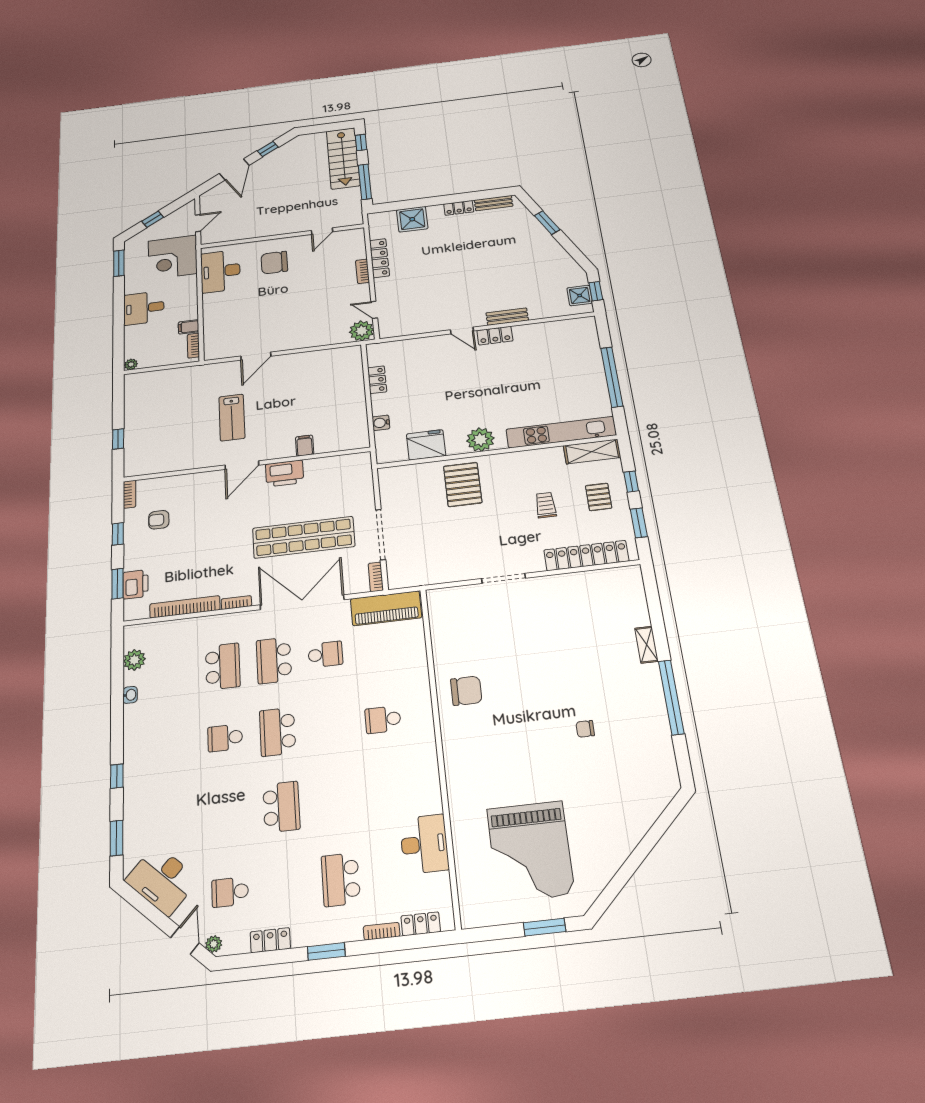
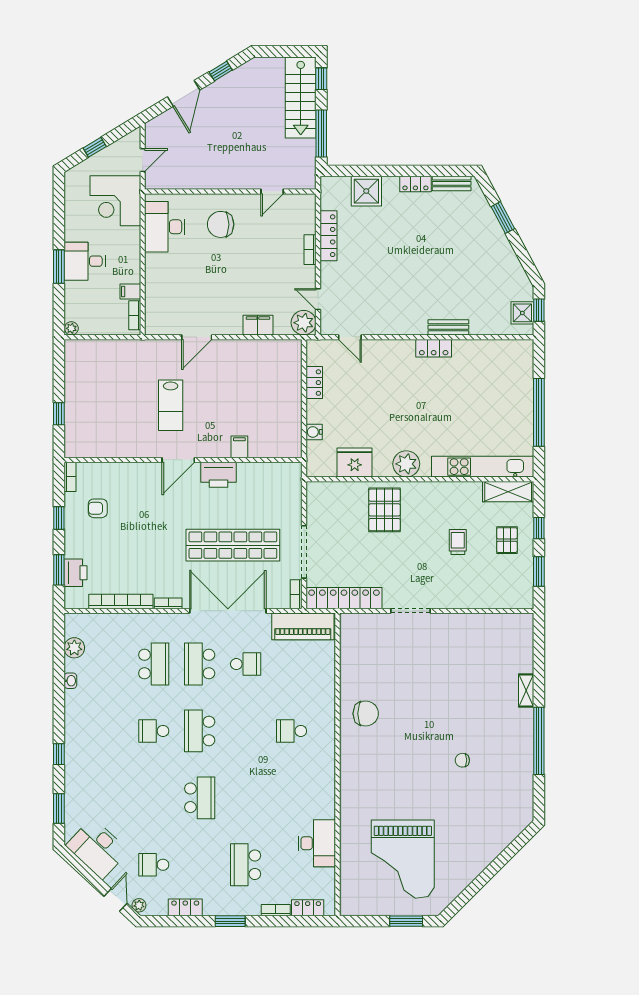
window: (119, 263) -> (59, 267), moved
door: (462, 330) -> (350, 337), moved
filing cabinet: (316, 339) -> (258, 325), added
locker: (586, 556) -> (344, 598), moved

